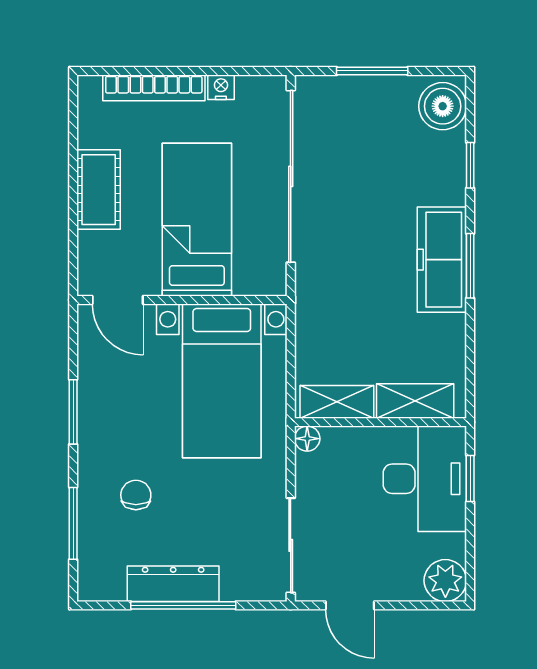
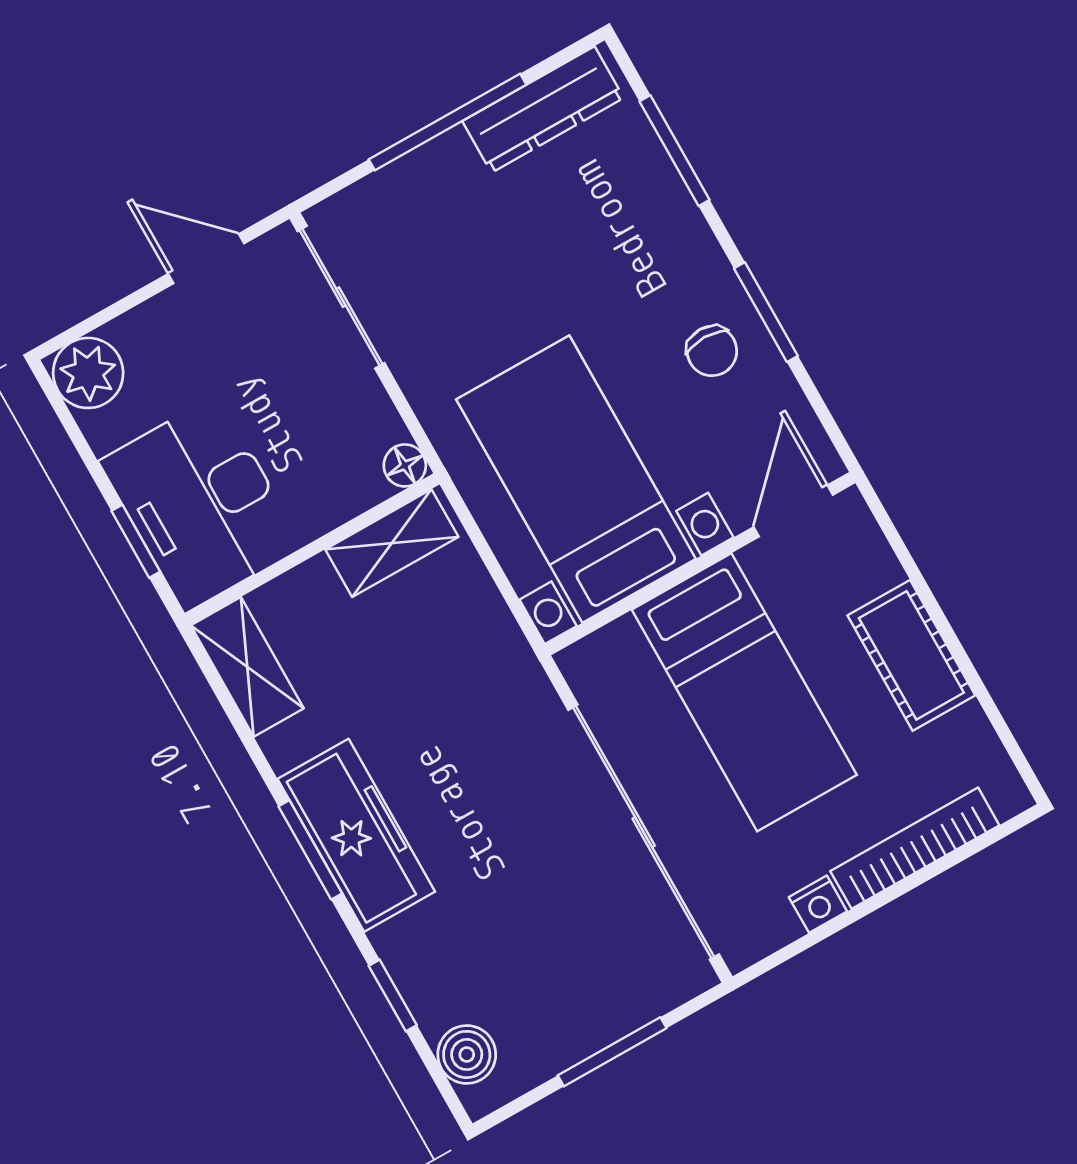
boiler: (443, 106) -> (467, 1054), width x0.73, depth x0.73
door: (118, 300) -> (793, 511), hinge flipped
shelving: (415, 401) -> (247, 667), moved, turned 90
chair: (136, 495) -> (712, 351), moved
dresser: (173, 584) -> (543, 109), moved

